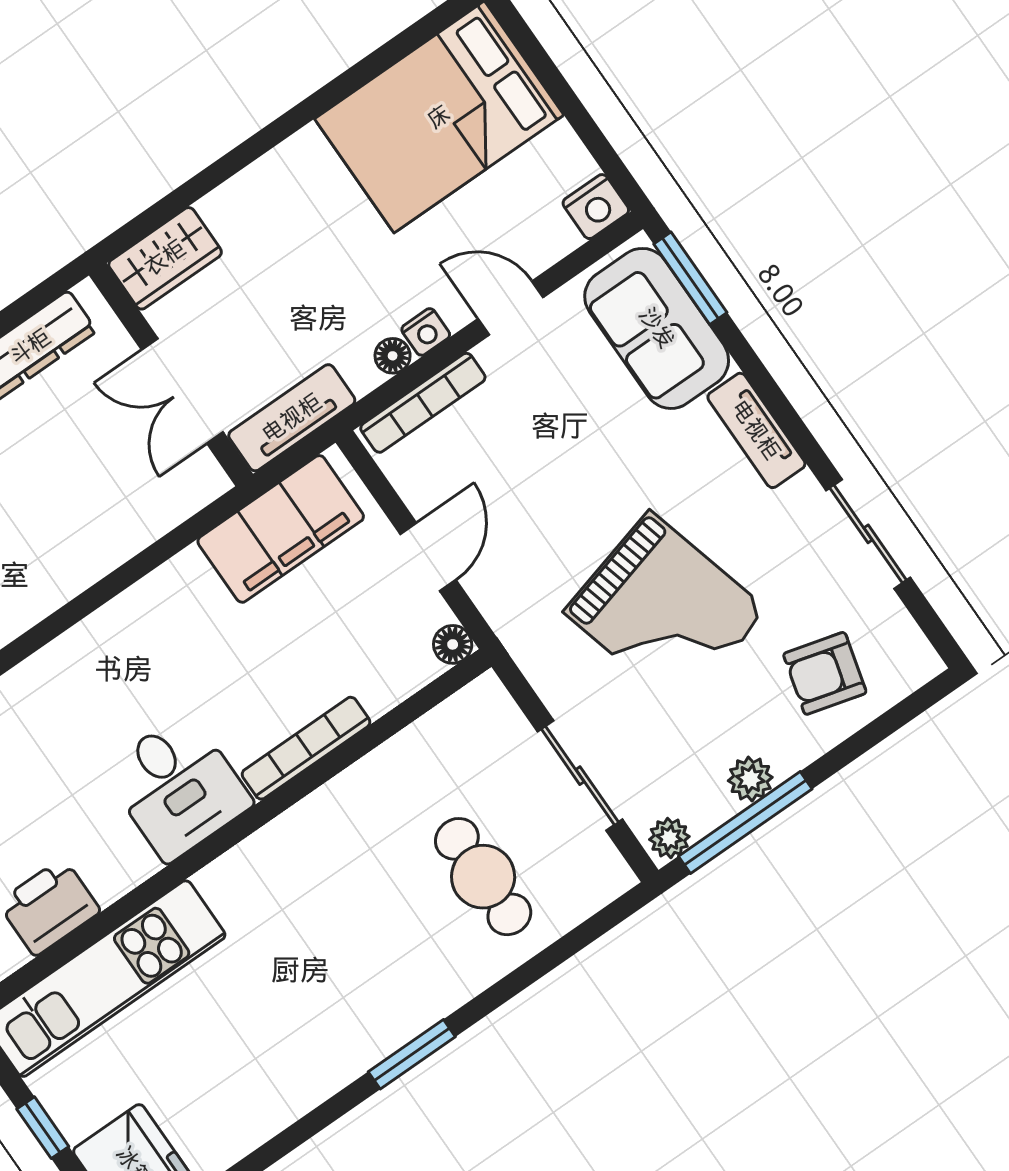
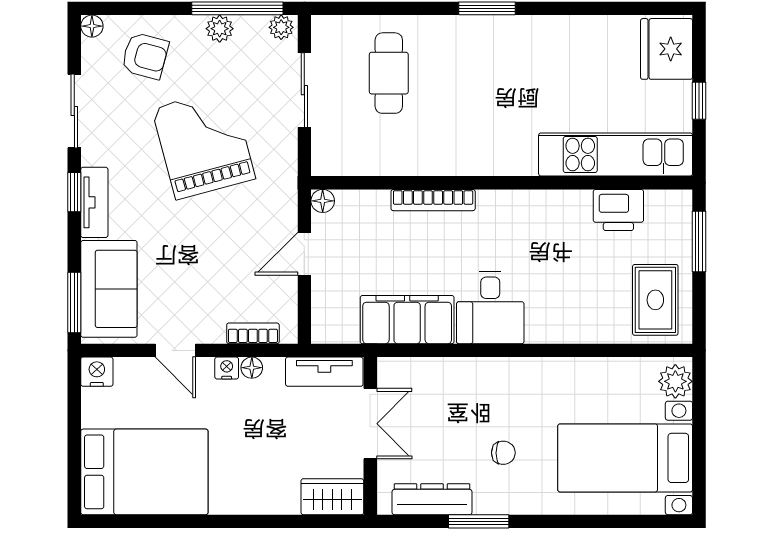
bookcase: (423, 403) -> (253, 333), width x0.64
window: (793, 426) -> (74, 192), added
filing cabinet: (281, 529) -> (407, 320), moved
floor lamp: (923, 664) -> (92, 26), added
desk: (178, 787) -> (490, 307), moved, turned 180

